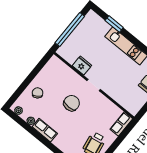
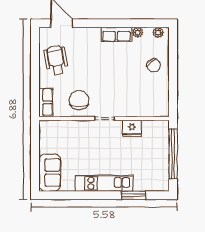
chair: (72, 103) -> (79, 100), moved, turned 180

